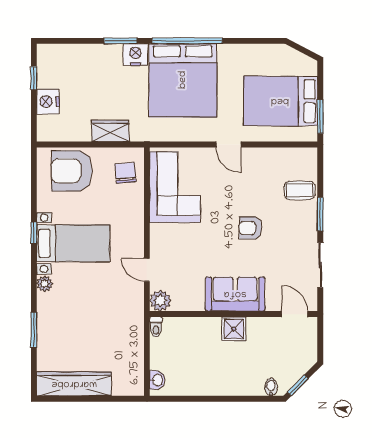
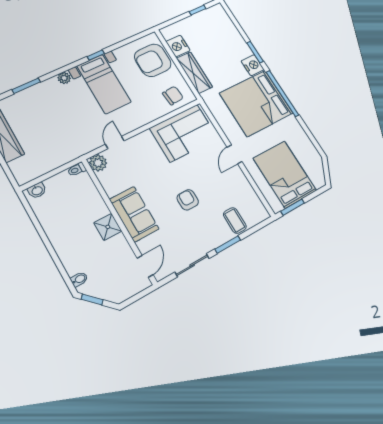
nightstand: (48, 101) -> (178, 46), moved, turned -90
wardrobe: (110, 131) -> (194, 73), width x1.50
armchair: (72, 171) -> (153, 60), turned -90

